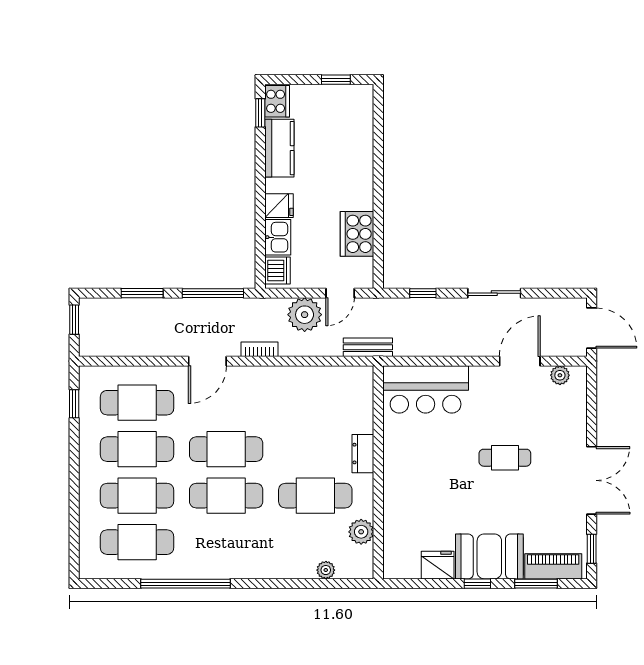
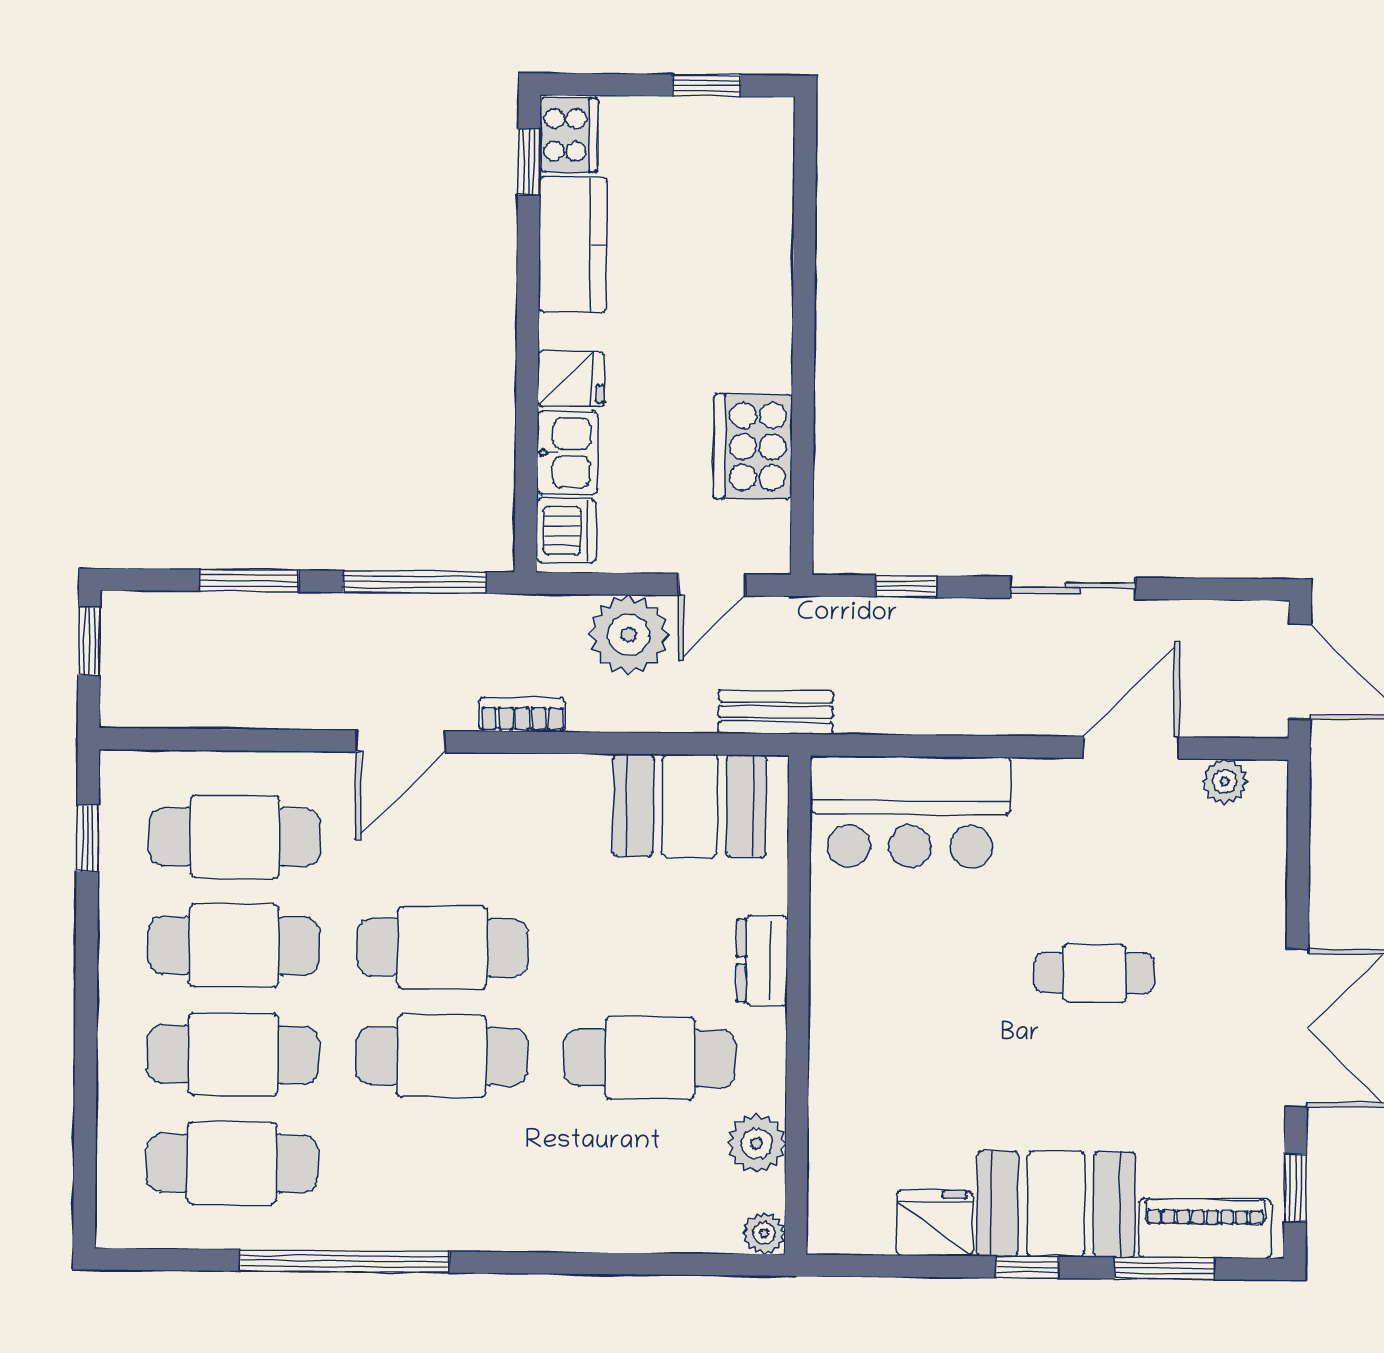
booth: (331, 388) -> (690, 806), added
plant: (326, 570) -> (764, 1233), moved

